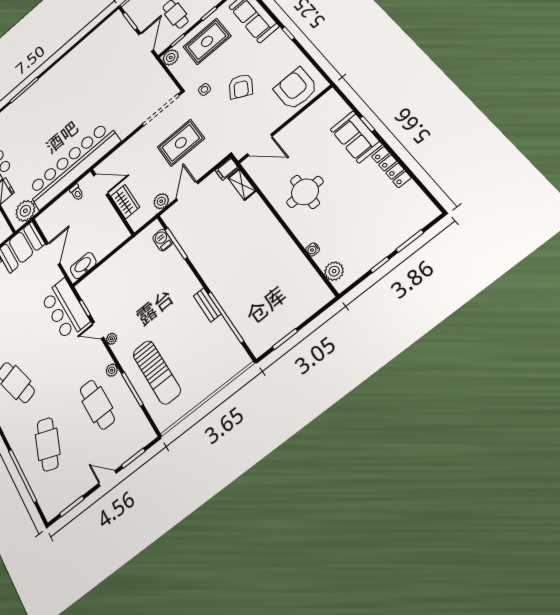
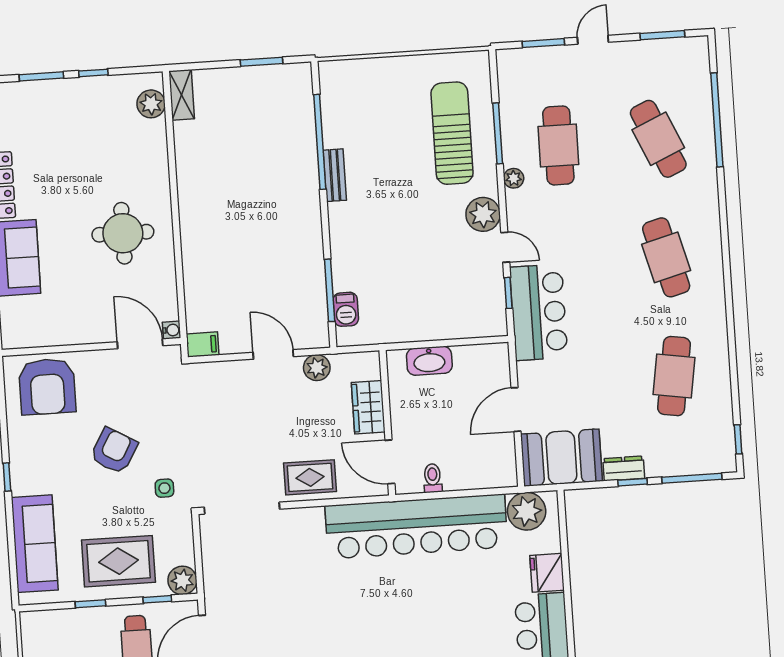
rug: (181, 143) -> (310, 477), moved, width x0.73, depth x0.70
shelving: (242, 184) -> (182, 95), moved
door: (187, 191) -> (273, 354), swing flipped
water cooler: (313, 249) -> (172, 330), moved
washbasin: (83, 266) -> (429, 361), moved
plant: (112, 339) -> (483, 214), width x1.88, depth x1.88
cafe table: (48, 444) -> (658, 139), turned -45
door: (107, 478) -> (593, 40), swing flipped

